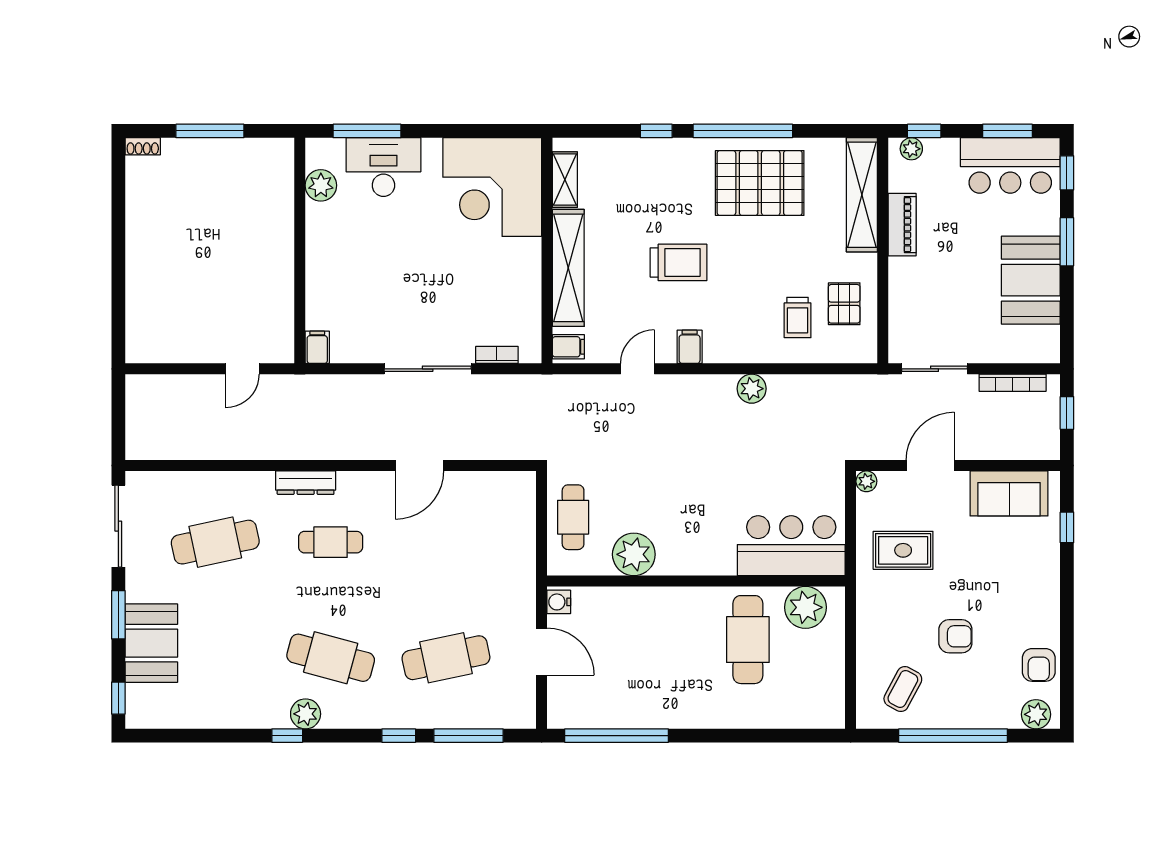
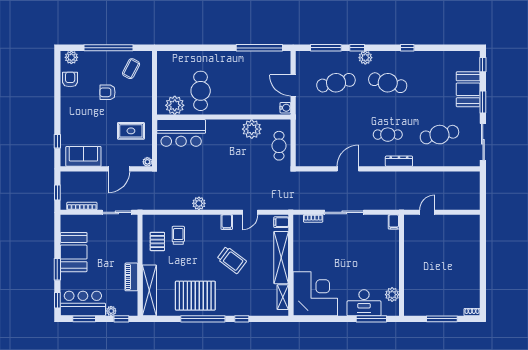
plant: (911, 149) -> (111, 311), moved
trolley: (679, 262) -> (232, 260), turned -143
plant: (306, 714) -> (365, 58), moved

